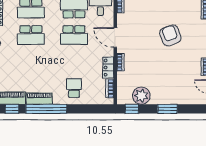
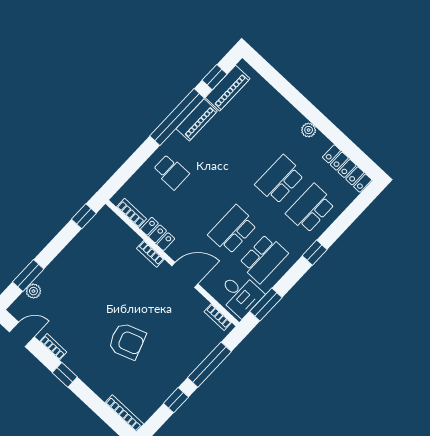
plant: (141, 96) -> (33, 291), moved, width x0.53, depth x0.53
window: (167, 109) -> (28, 276), moved

